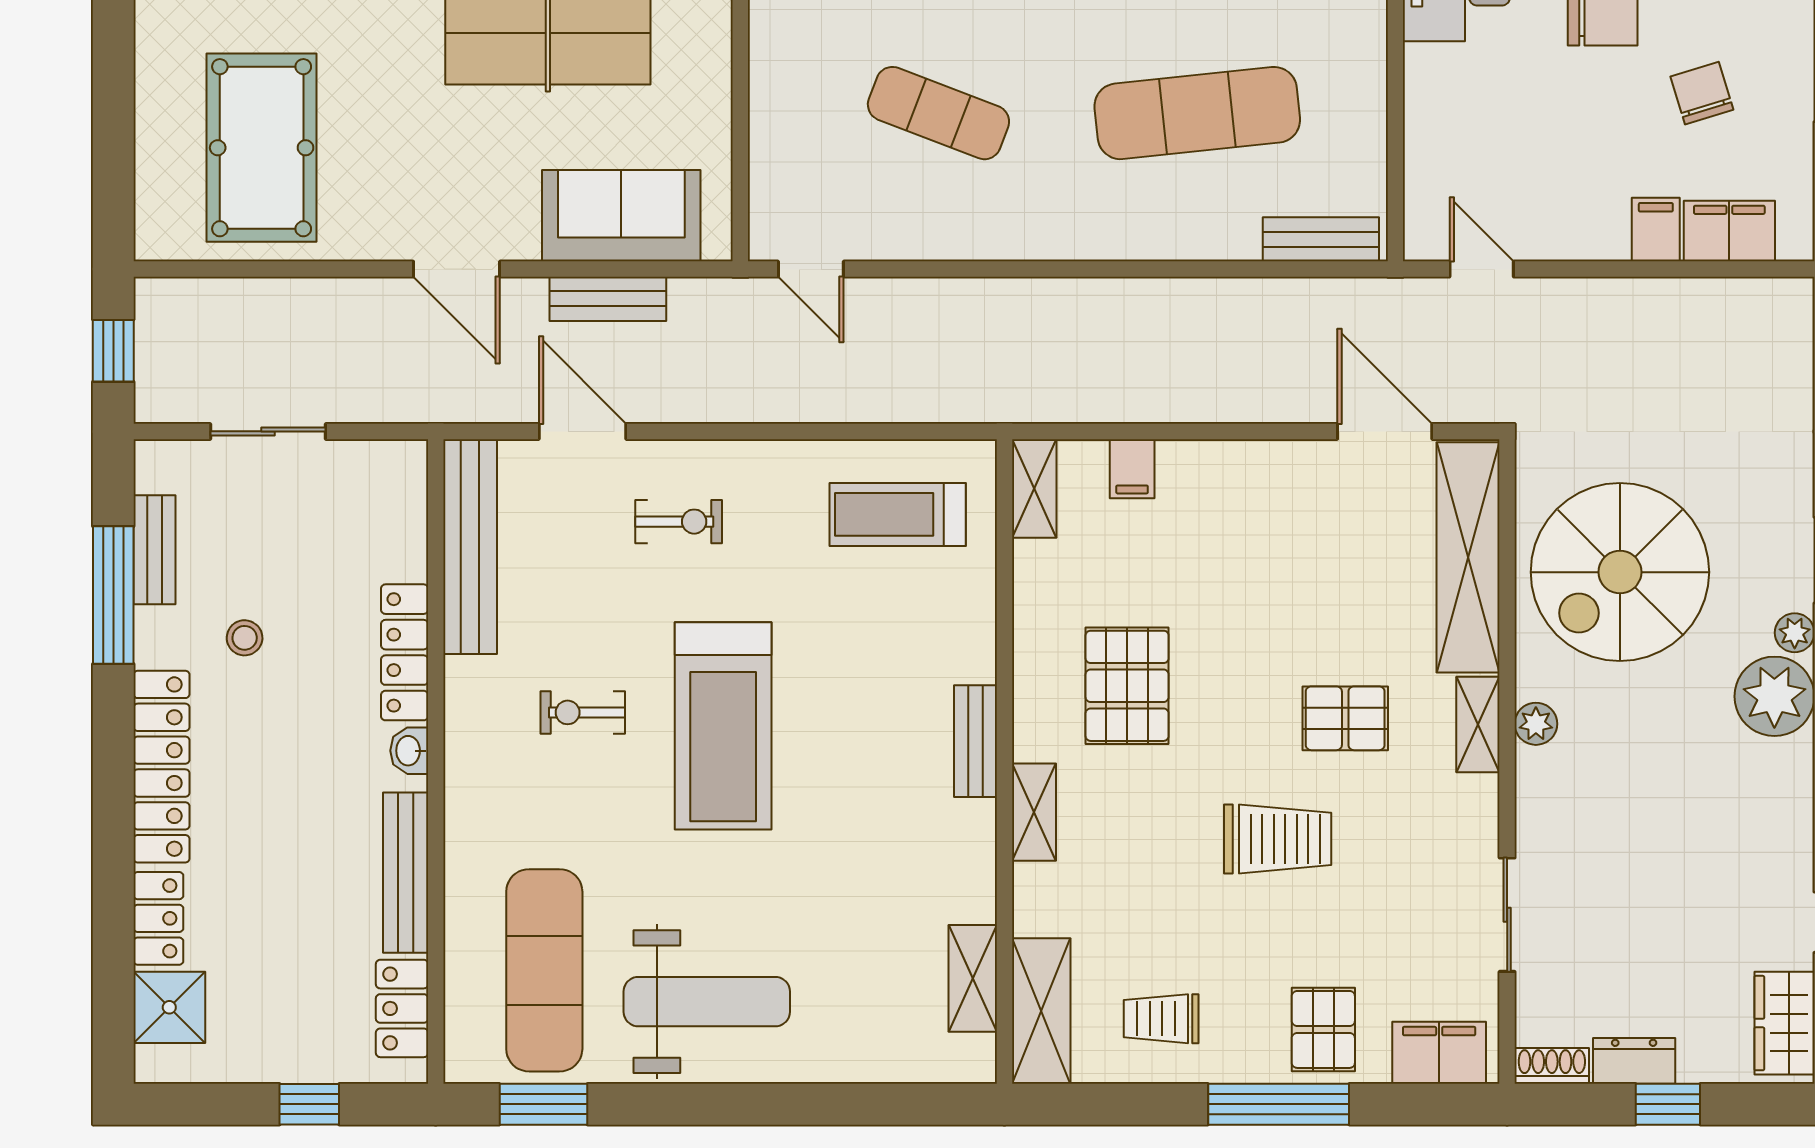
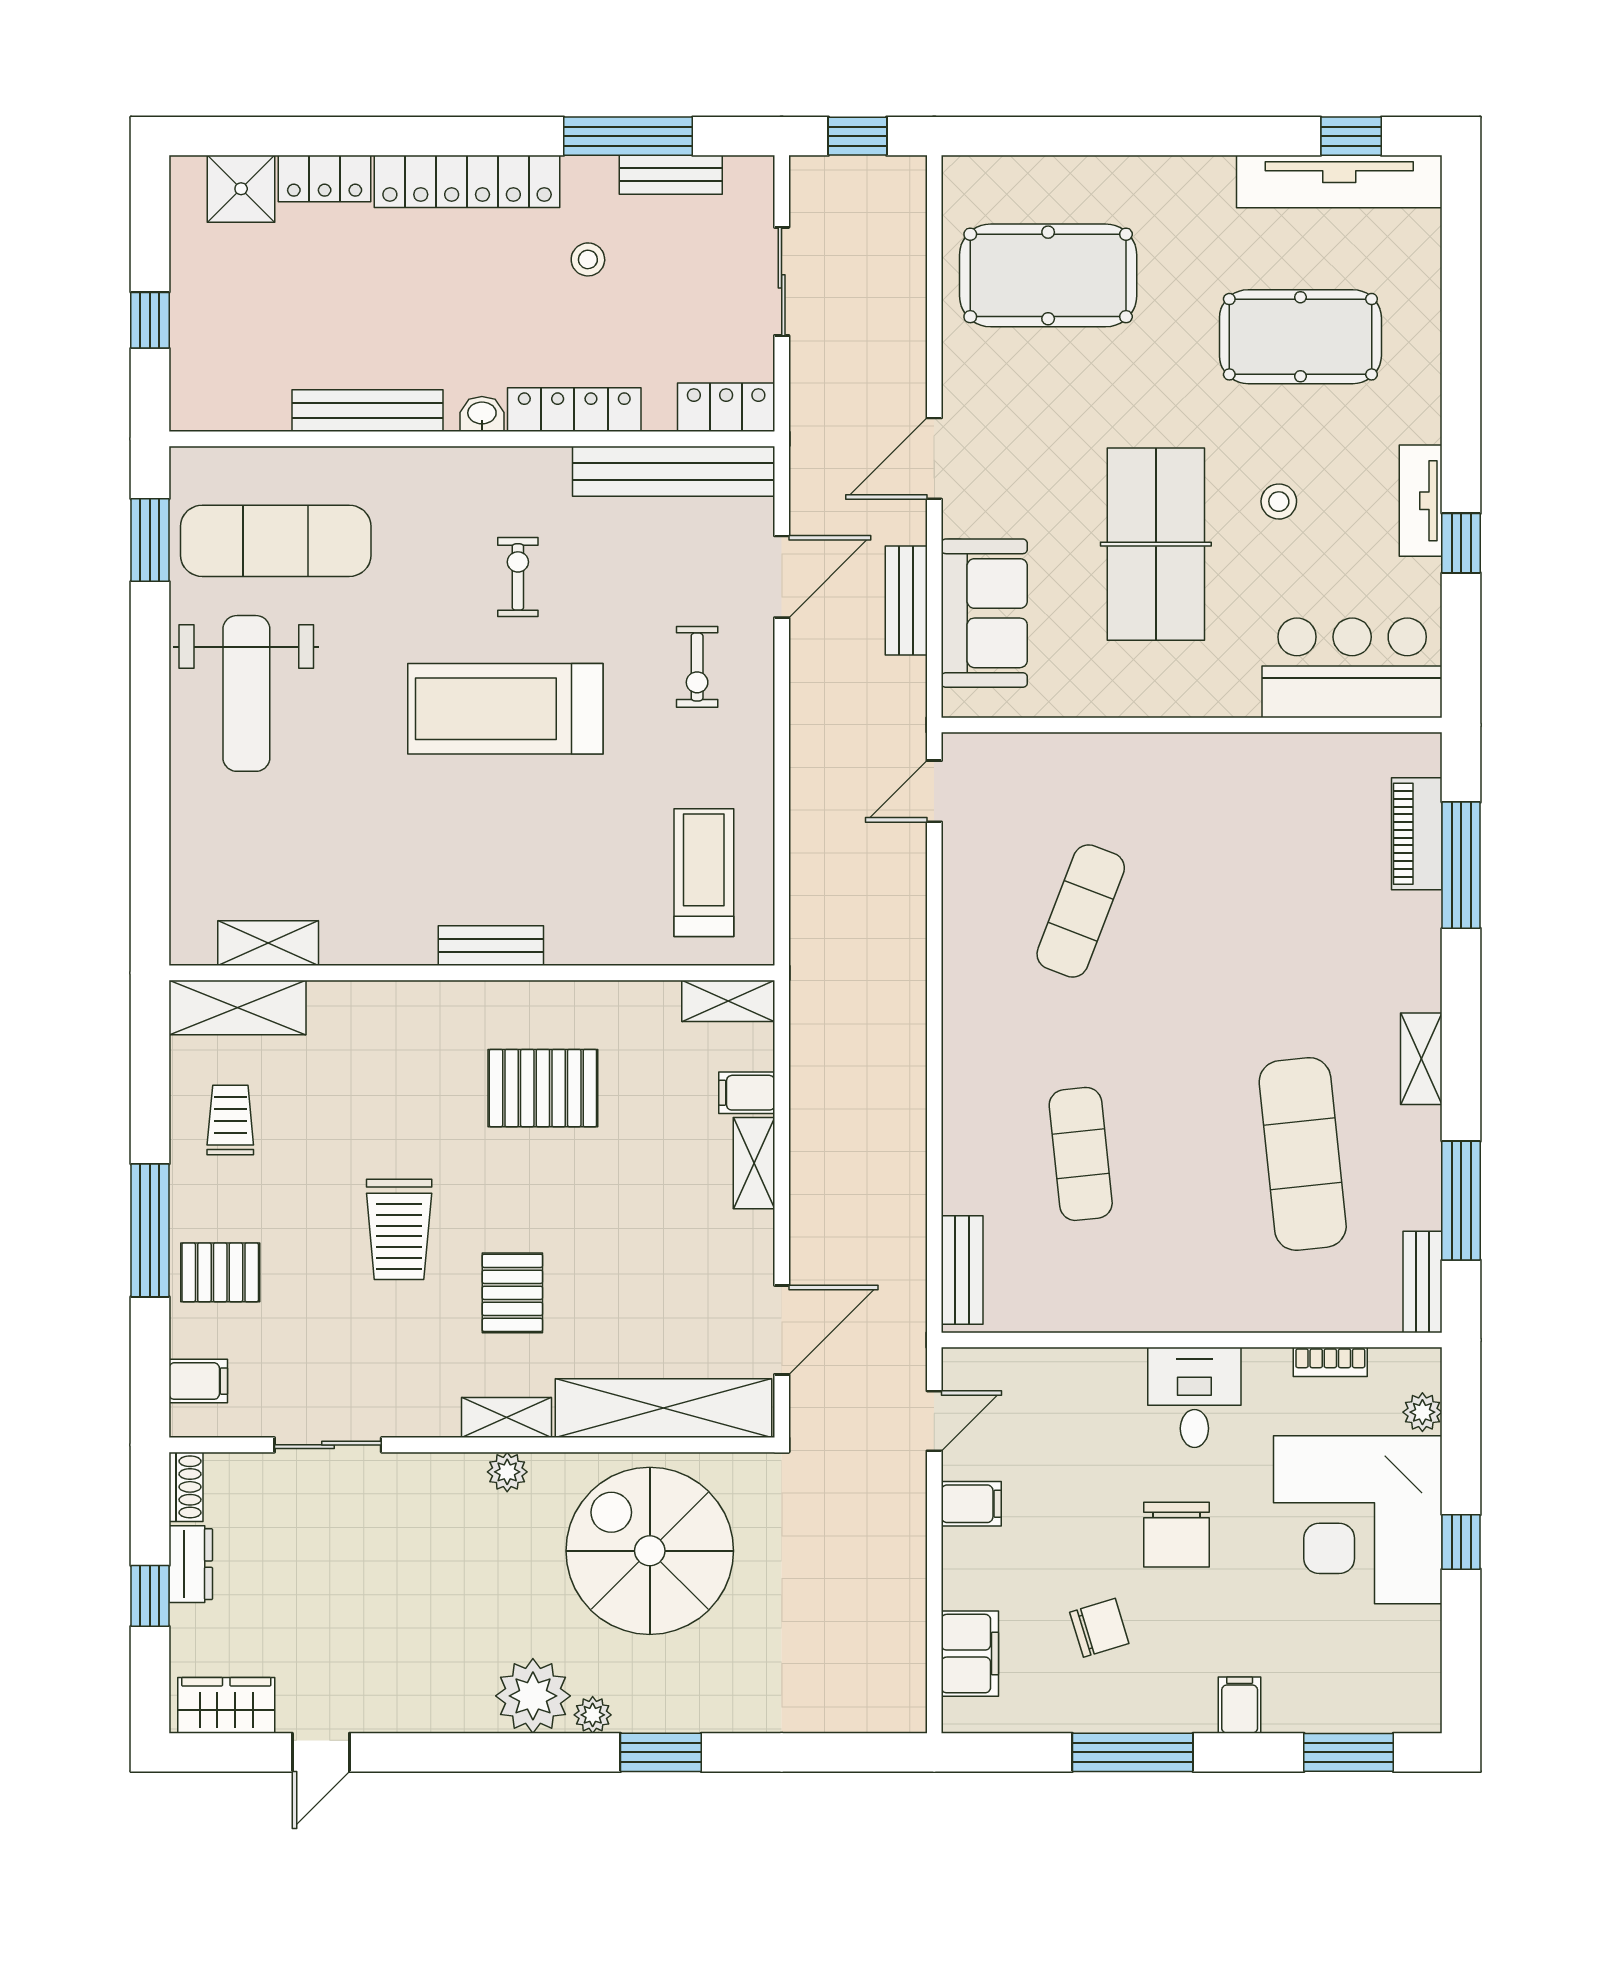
exercise mat: (1197, 113) -> (1081, 1154), width x0.73, depth x0.69
filing cabinet: (1656, 230) -> (971, 1504), moved
shelving: (1034, 812) -> (754, 1163), moved, turned 90
locker: (402, 1008) -> (726, 407), moved
filing cabinet: (1439, 1053) -> (198, 1381), width x0.50

